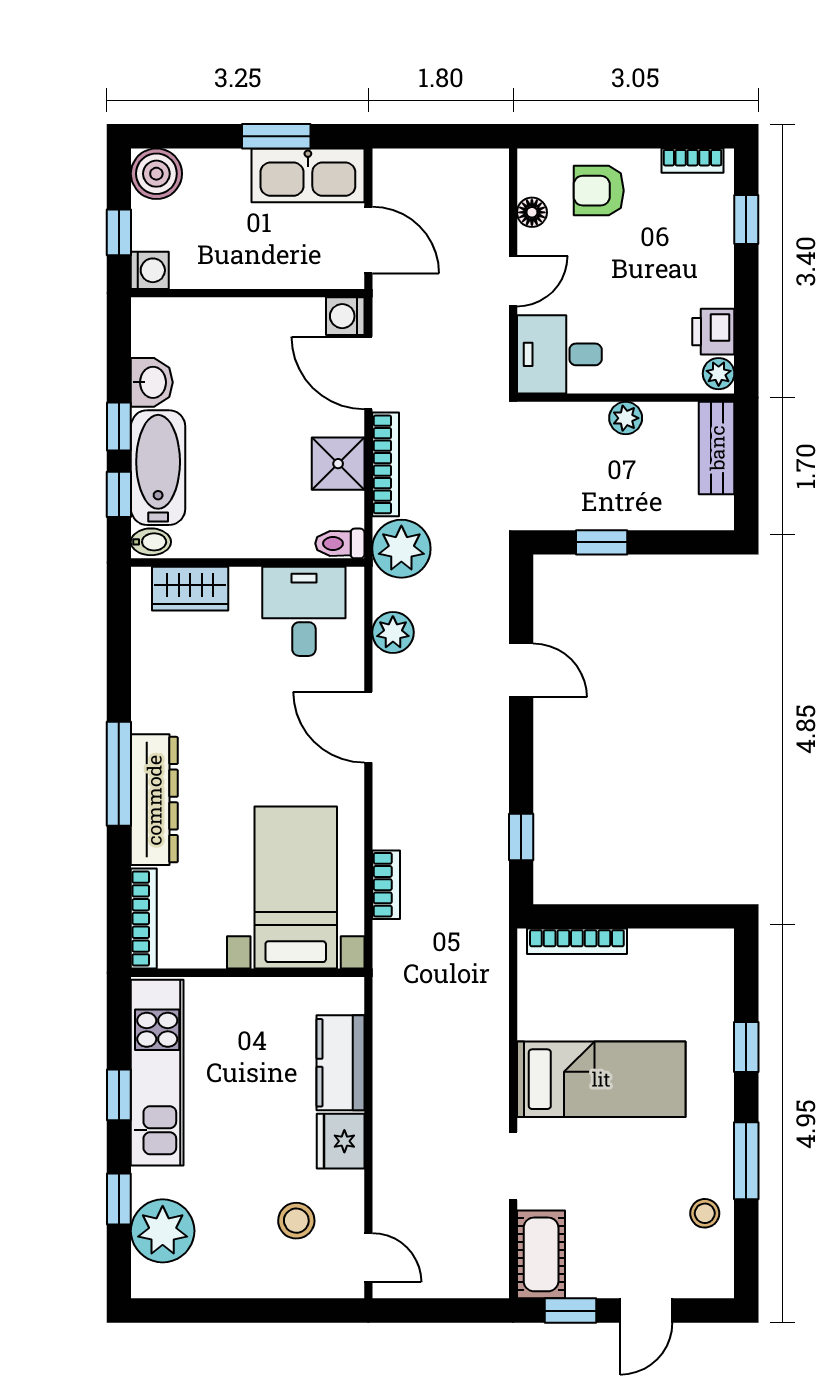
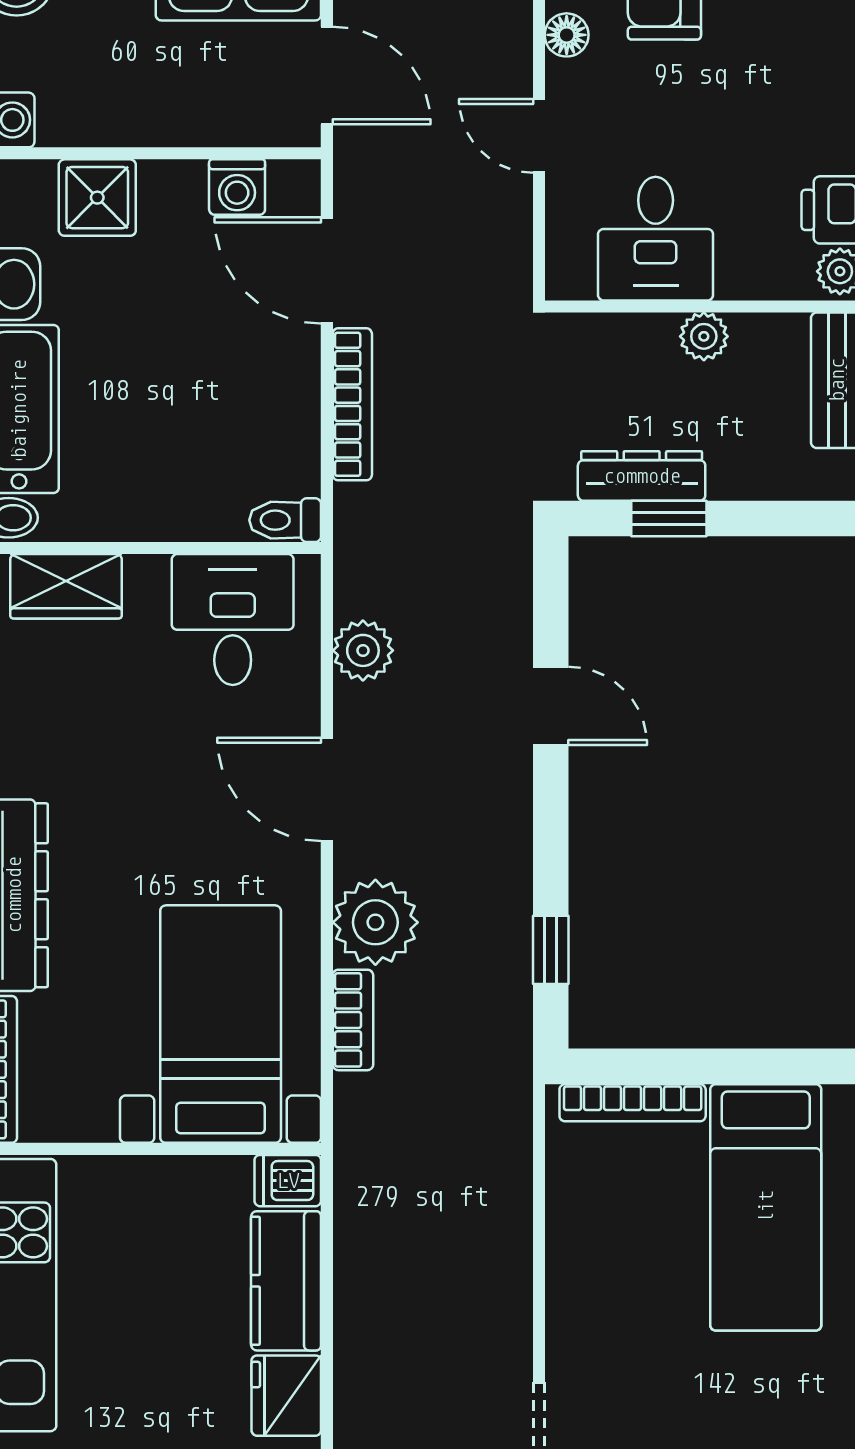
door: (513, 281) -> (539, 136), swing flipped
washing machine: (345, 316) -> (237, 187), moved, turned -90
desk: (559, 354) -> (656, 239), moved, turned -90
shower: (338, 464) -> (97, 198), moved
dresser: (583, 513) -> (642, 476), added
plant: (401, 549) -> (375, 922), moved
dishwasher: (342, 994) -> (288, 1181), added
bed: (601, 1079) -> (766, 1207), moved, turned 90

